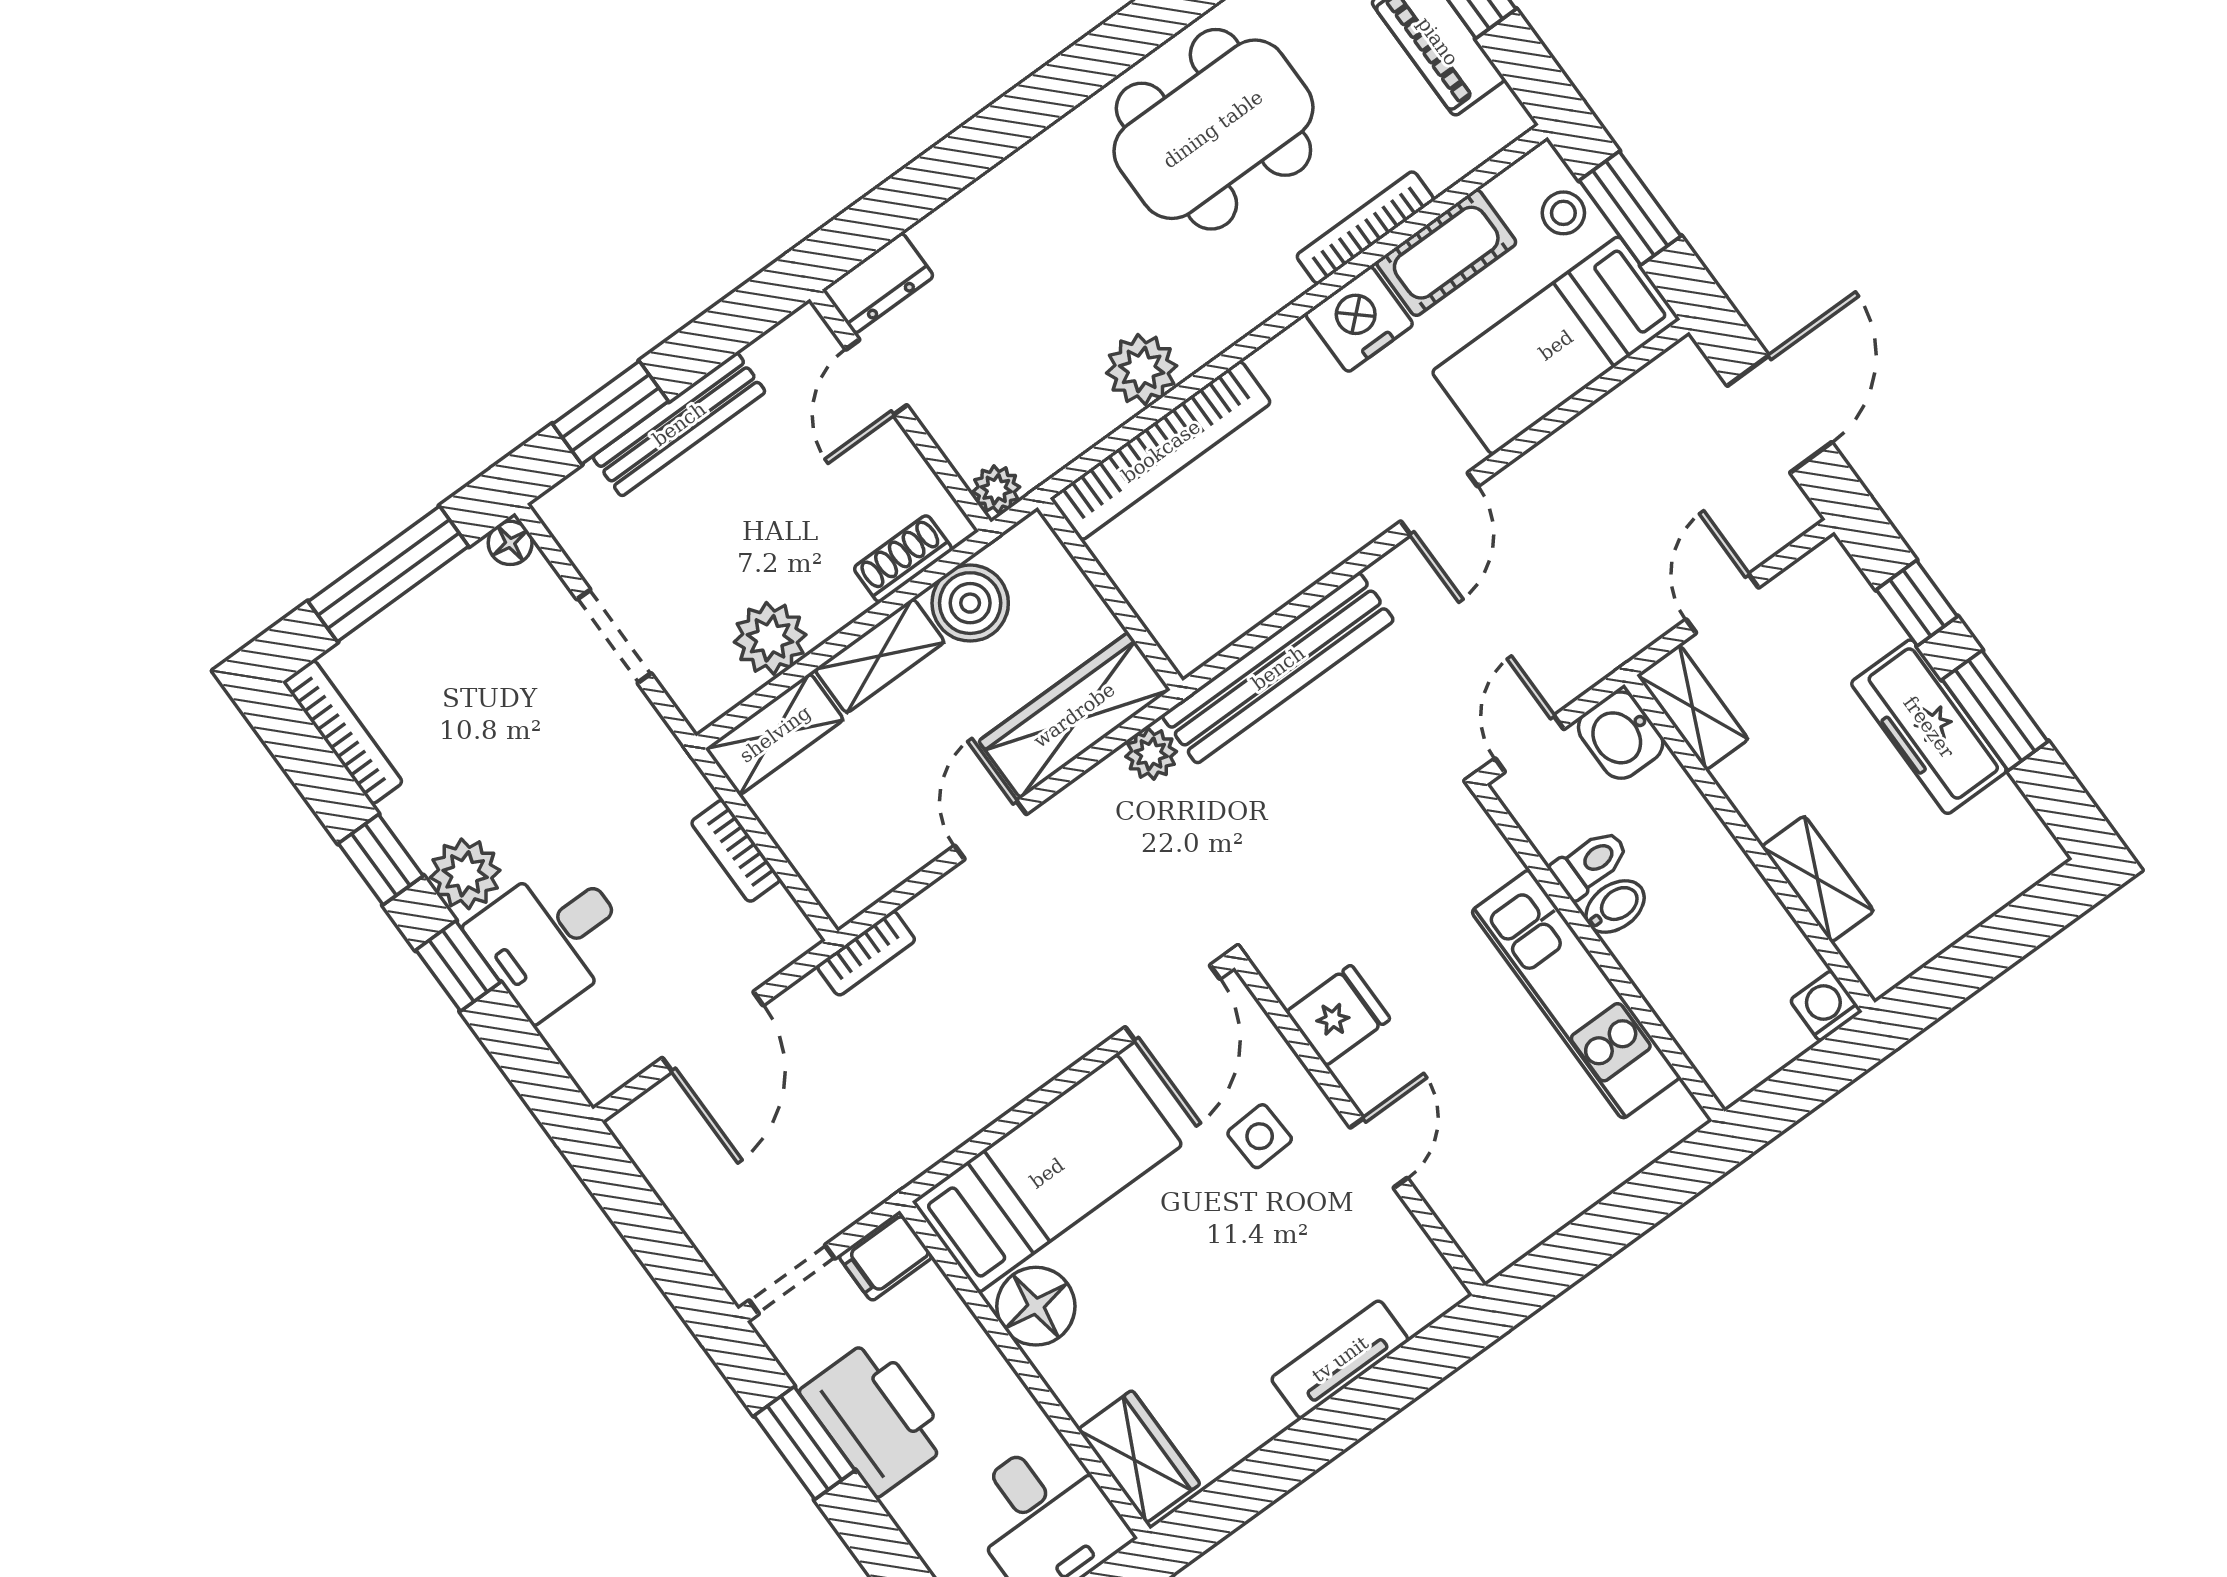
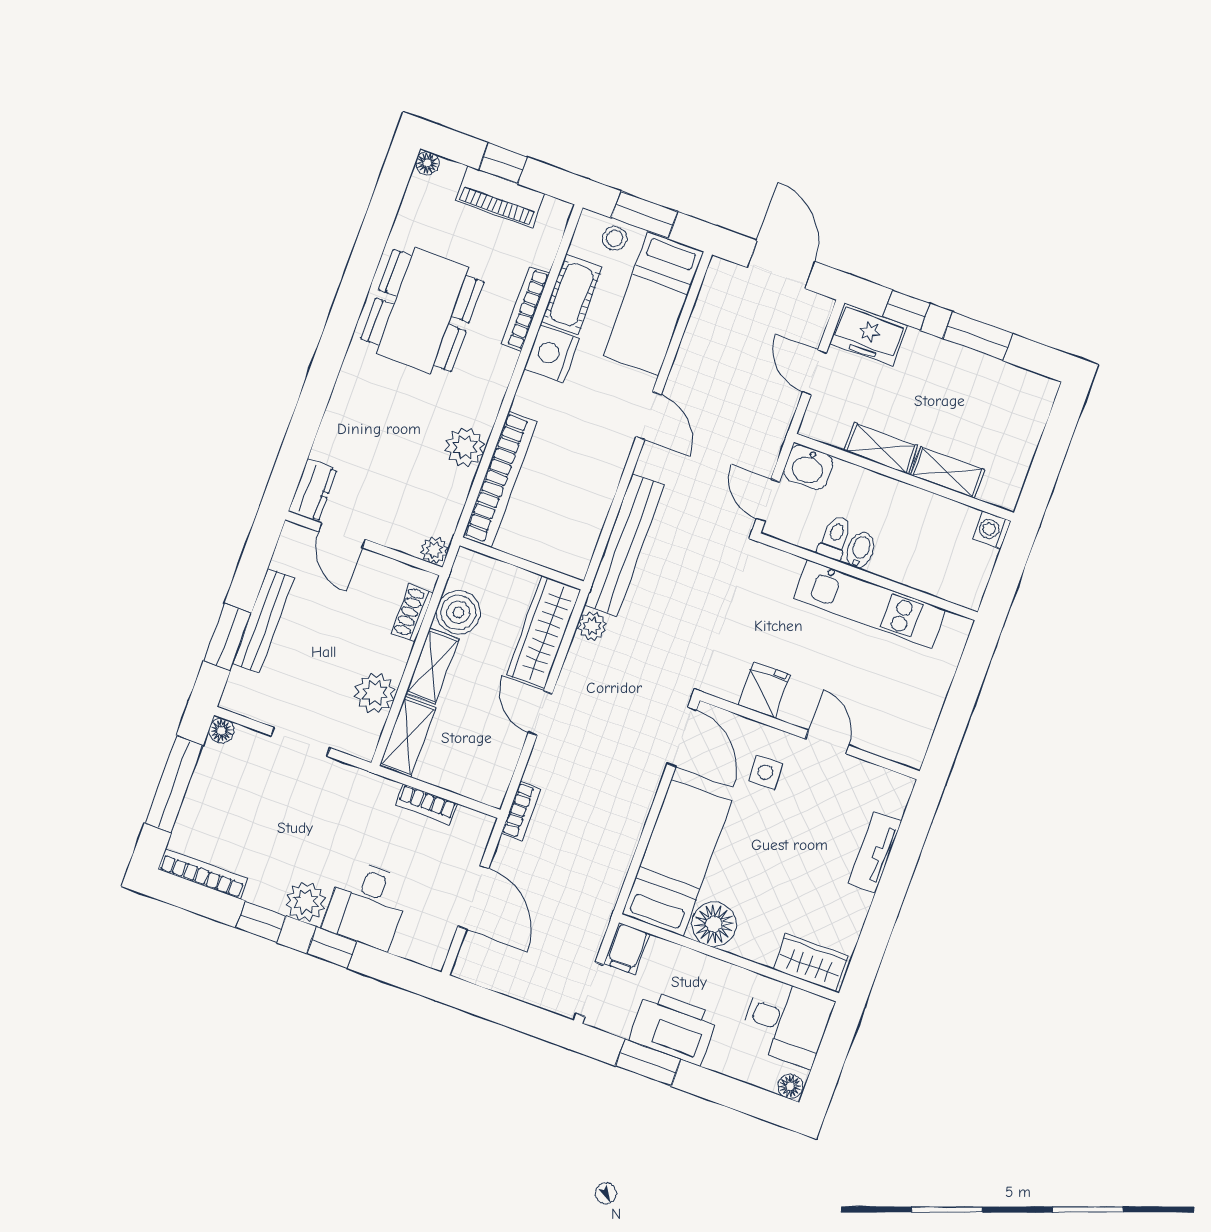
shelving: (1693, 707) -> (881, 448), moved
freezer: (1929, 727) -> (868, 335), moved, width x0.71

